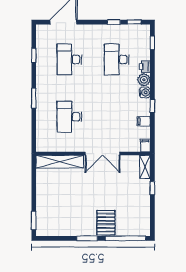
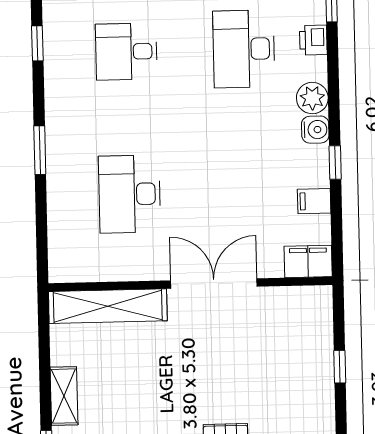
desk: (69, 59) -> (126, 52), width x0.73
printer: (145, 67) -> (313, 40), moved
filing cabinet: (145, 145) -> (308, 261), width x2.00
double door: (103, 153) -> (214, 284), swing flipped
shelving: (145, 167) -> (64, 396), moved

